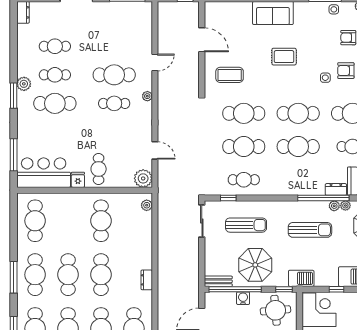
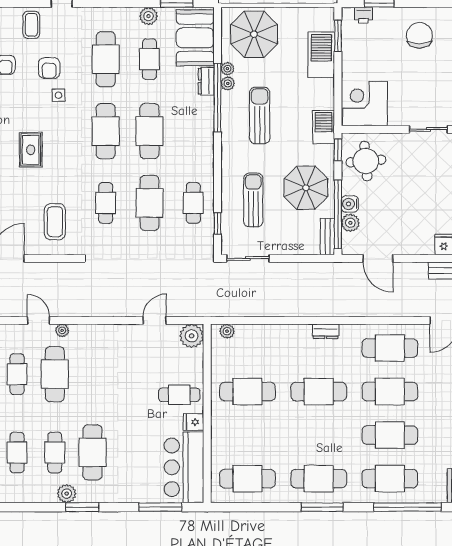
plant: (147, 96) -> (62, 330), moved
cafe table: (114, 103) -> (17, 374), moved
cafe table: (244, 113) -> (106, 203), width x0.73, depth x0.74
cafe table: (68, 275) -> (319, 435), removed
window: (337, 289) -> (338, 80), removed
plant: (229, 299) -> (350, 223), added

